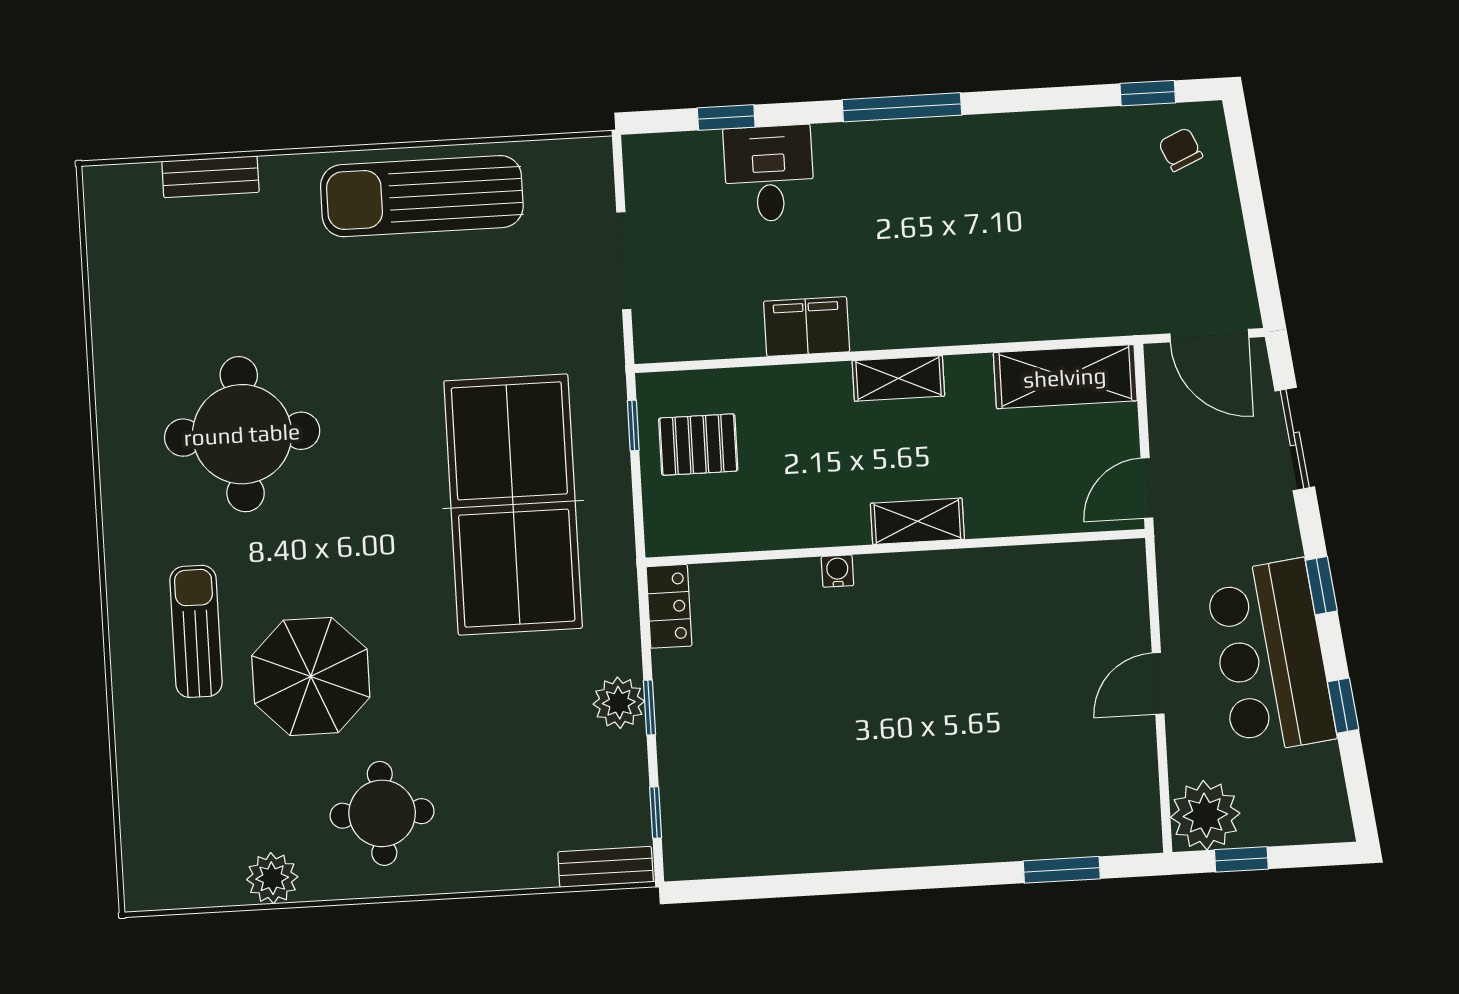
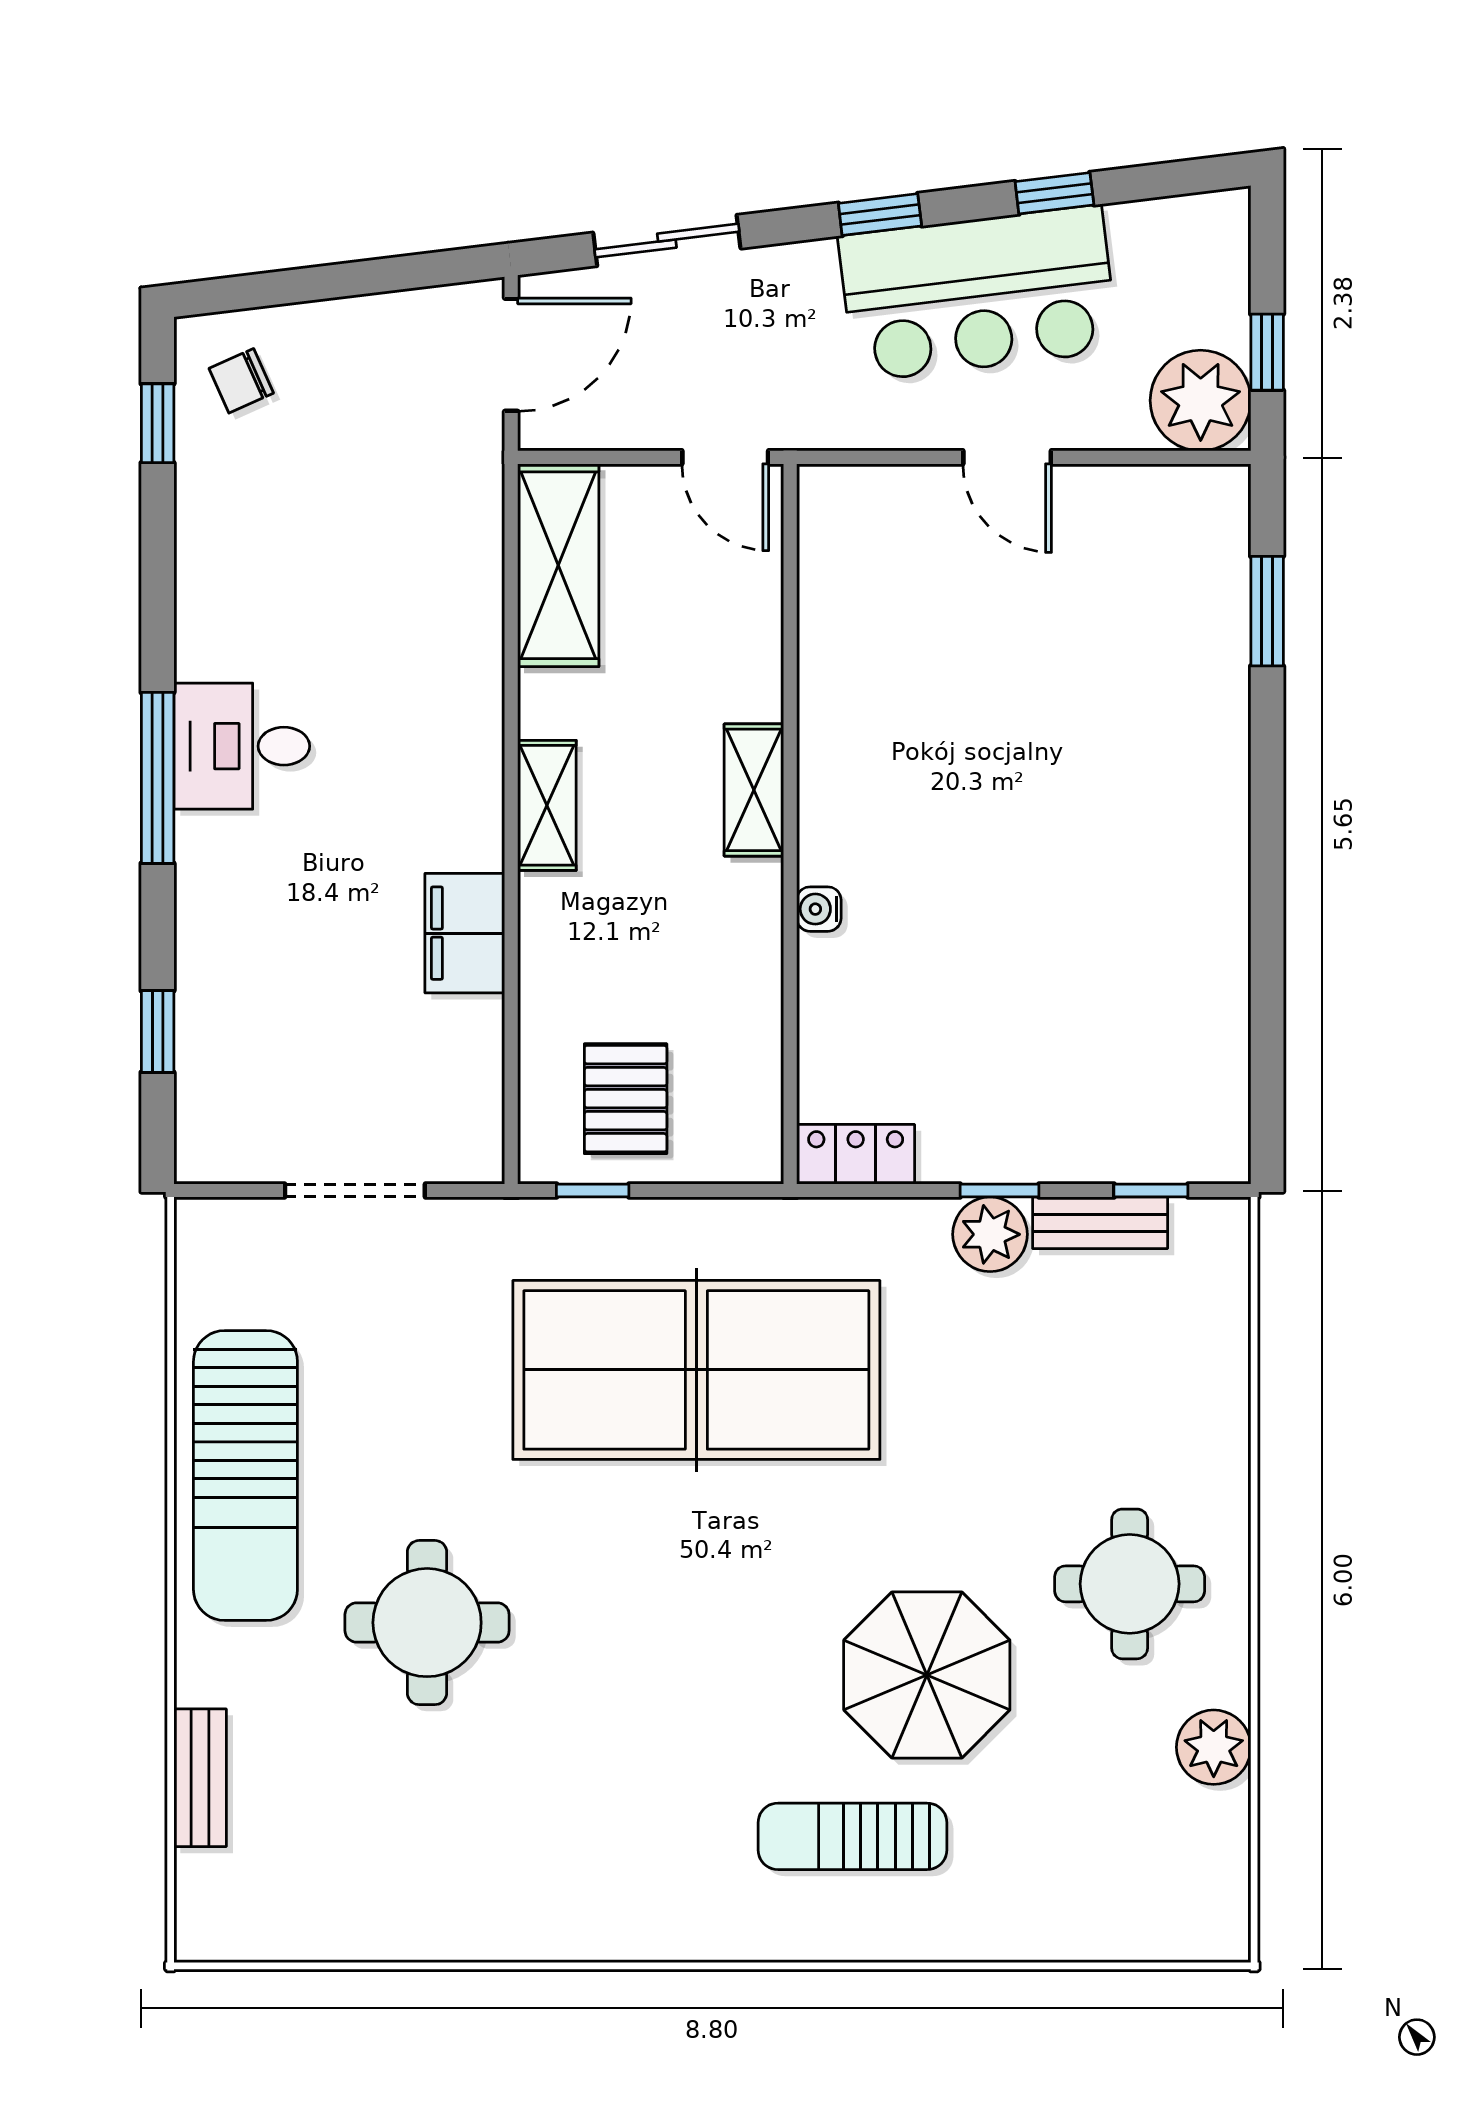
desk: (769, 174) -> (242, 746), moved
round table: (242, 434) -> (427, 1623), moved, width x0.73, depth x0.73
bench: (606, 867) -> (1100, 1223), moved, turned 90

